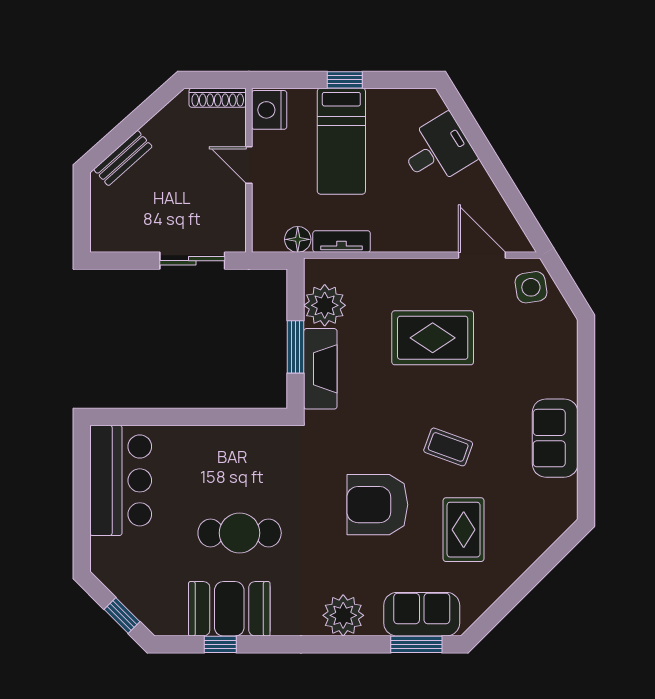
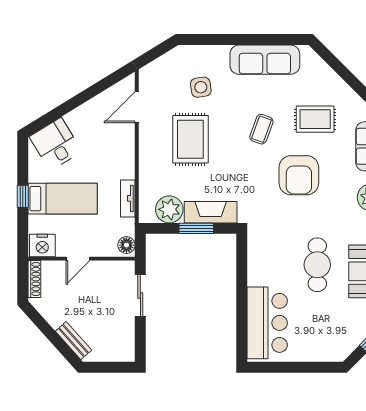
desk: (438, 150) -> (56, 144), moved
floor lamp: (298, 239) -> (126, 245), moved
side table: (531, 287) -> (201, 87), moved
sofa: (555, 438) -> (265, 60), width x1.36
bar counter: (121, 480) -> (267, 323), moved, turned 90

